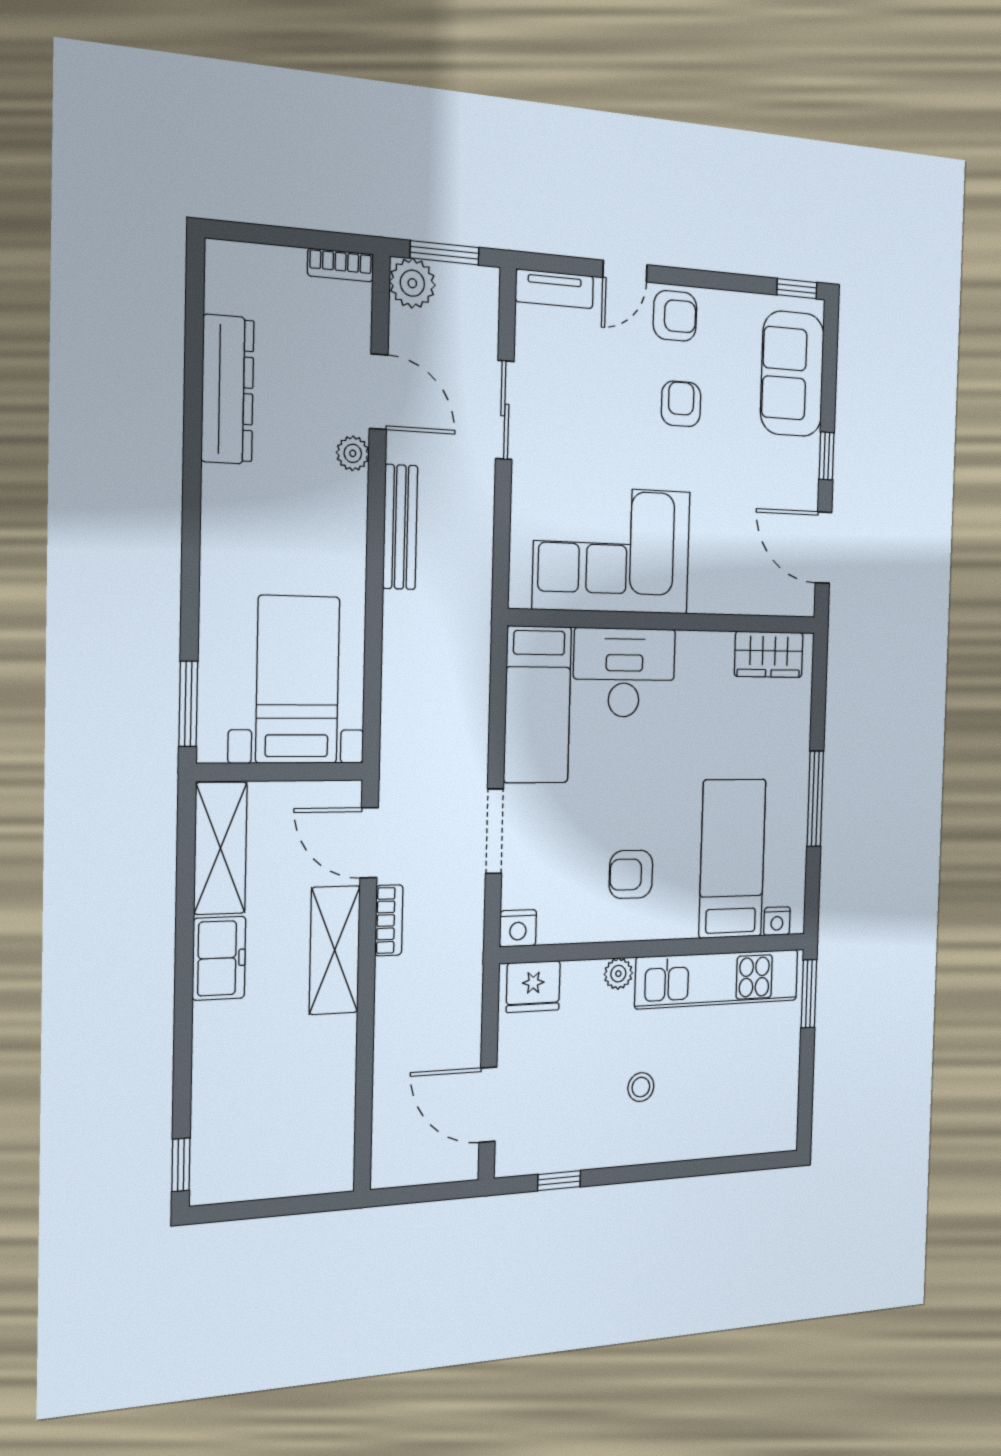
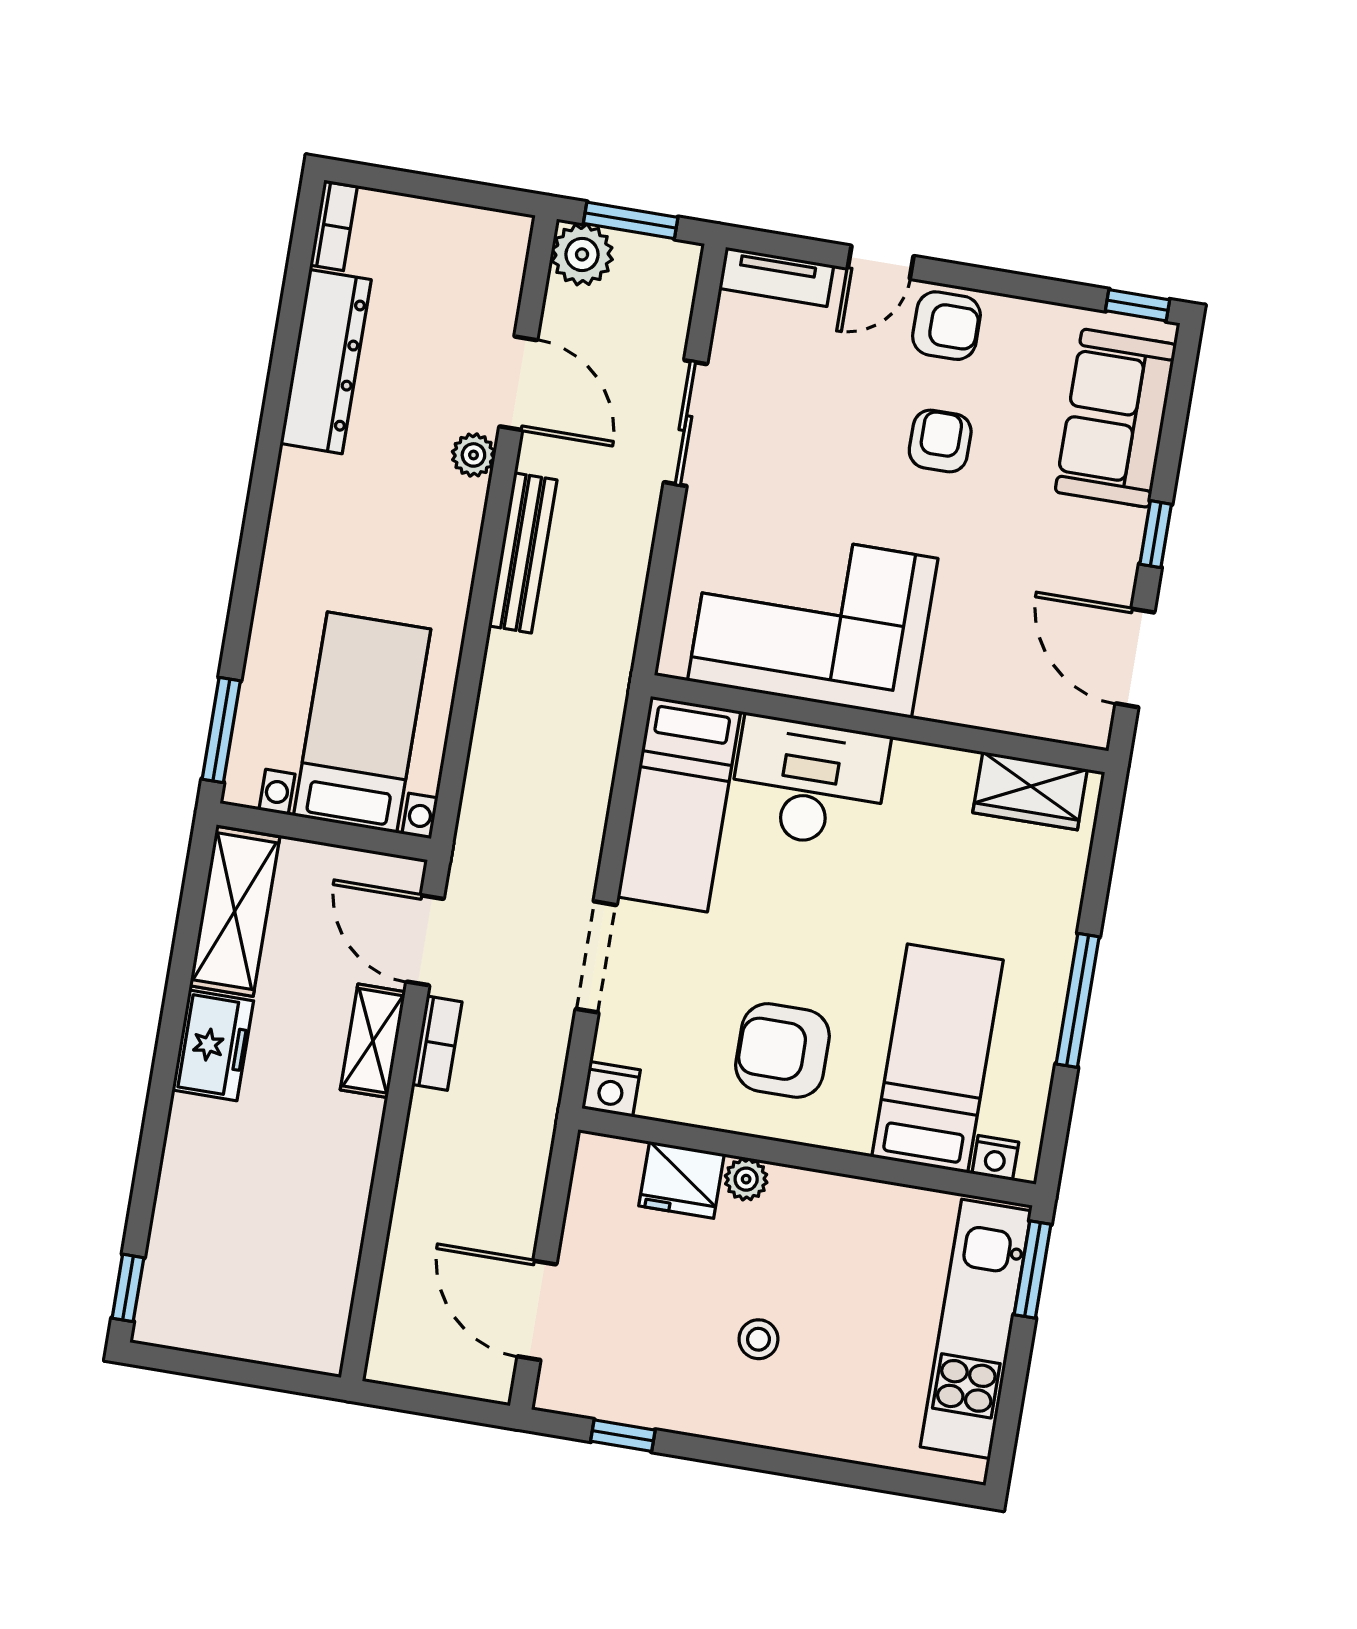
bookcase: (341, 265) -> (334, 226), moved, turned -90
armchair: (631, 874) -> (782, 1050), width x1.38, depth x1.38
shelving: (335, 950) -> (373, 1041), width x0.67, depth x0.75
kitchen unit: (717, 979) -> (976, 1329), moved, turned 90
fridge: (533, 987) -> (682, 1180), moved

